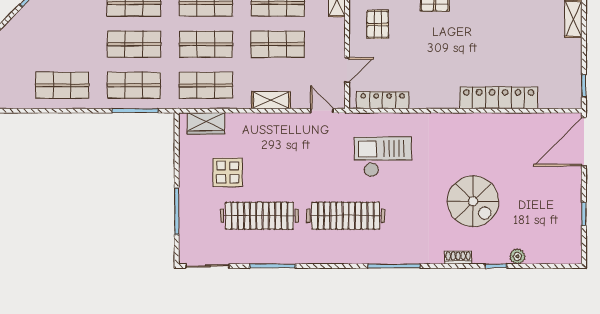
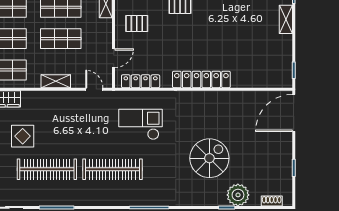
pallet: (378, 24) -> (137, 23), turned 90
locker: (499, 98) -> (201, 79), moved
spiral stairs: (473, 201) -> (209, 158), turned -90
plant: (517, 256) -> (238, 195), width x1.87, depth x1.87
shoe rack: (458, 258) -> (272, 201), moved

